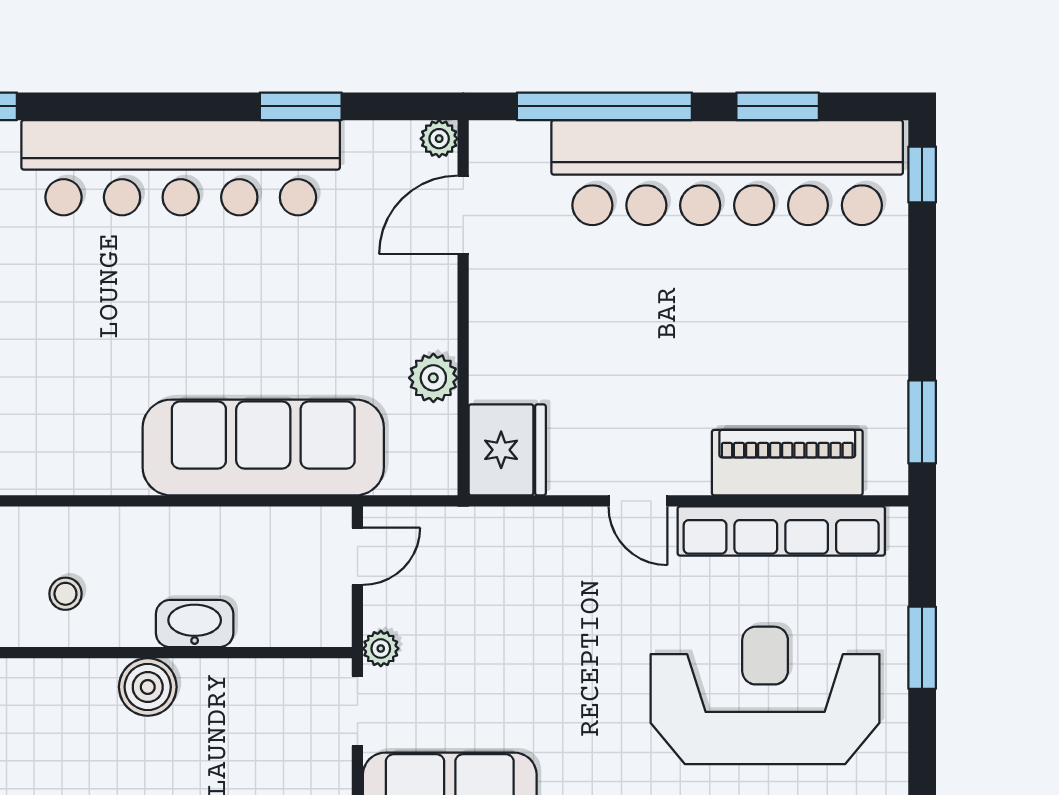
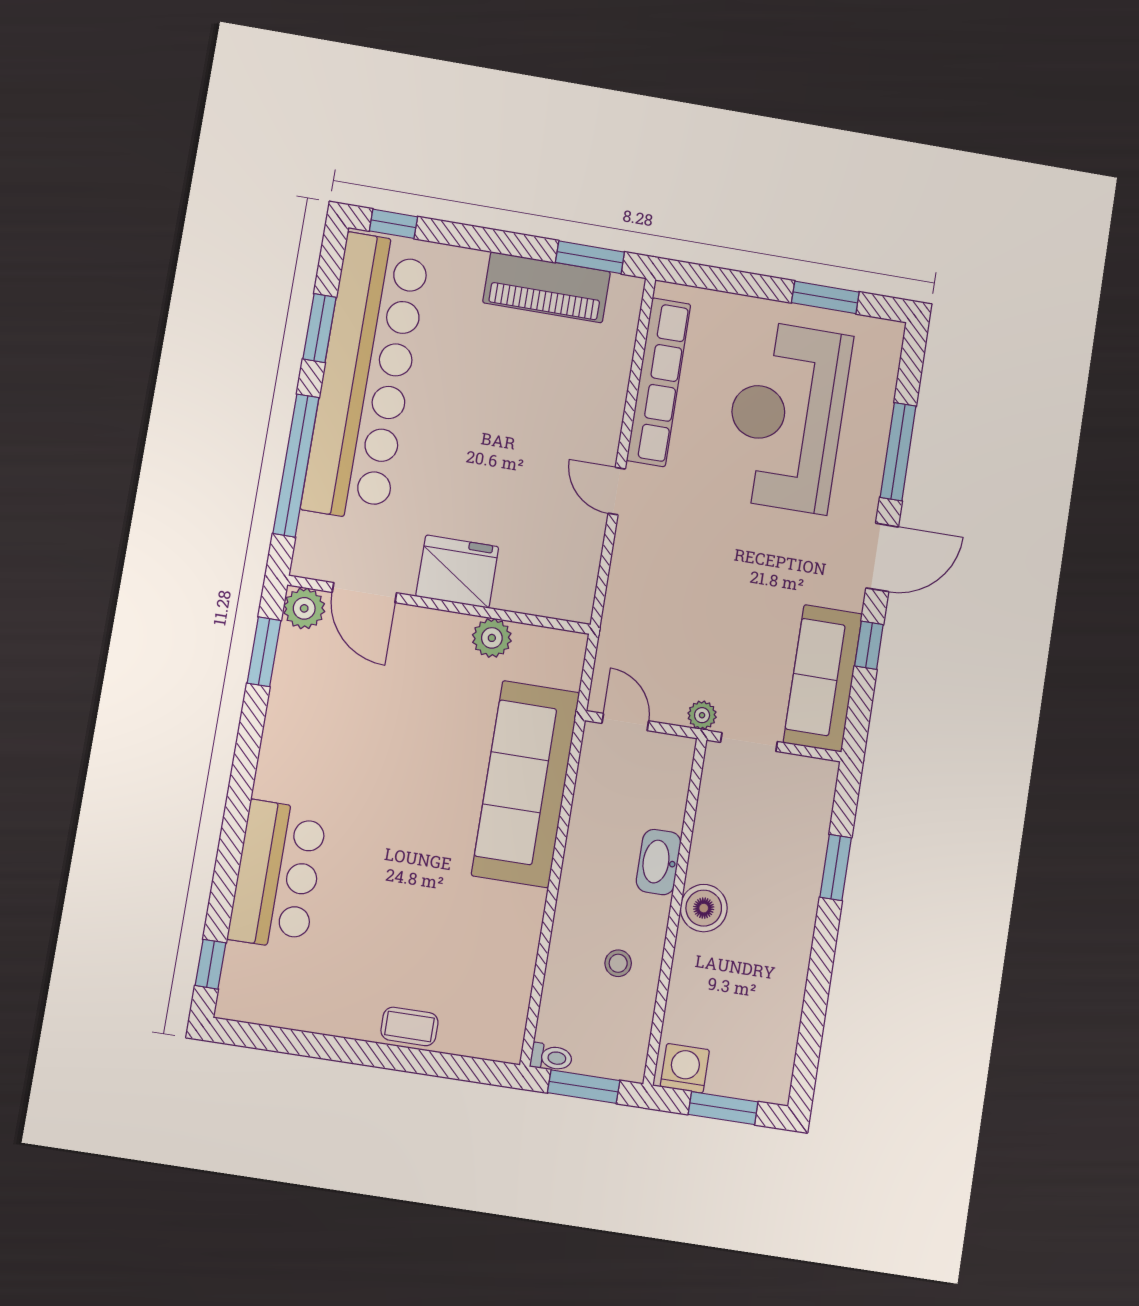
window: (301, 106) -> (264, 652), moved
plant: (439, 139) -> (304, 608), width x1.38, depth x1.38
bar counter: (181, 168) -> (277, 875), width x0.54
fridge: (507, 450) -> (457, 572), moved
piano: (787, 463) -> (547, 287), moved, turned -90
door: (638, 501) -> (617, 491), swing flipped
window: (922, 648) -> (825, 297), moved

